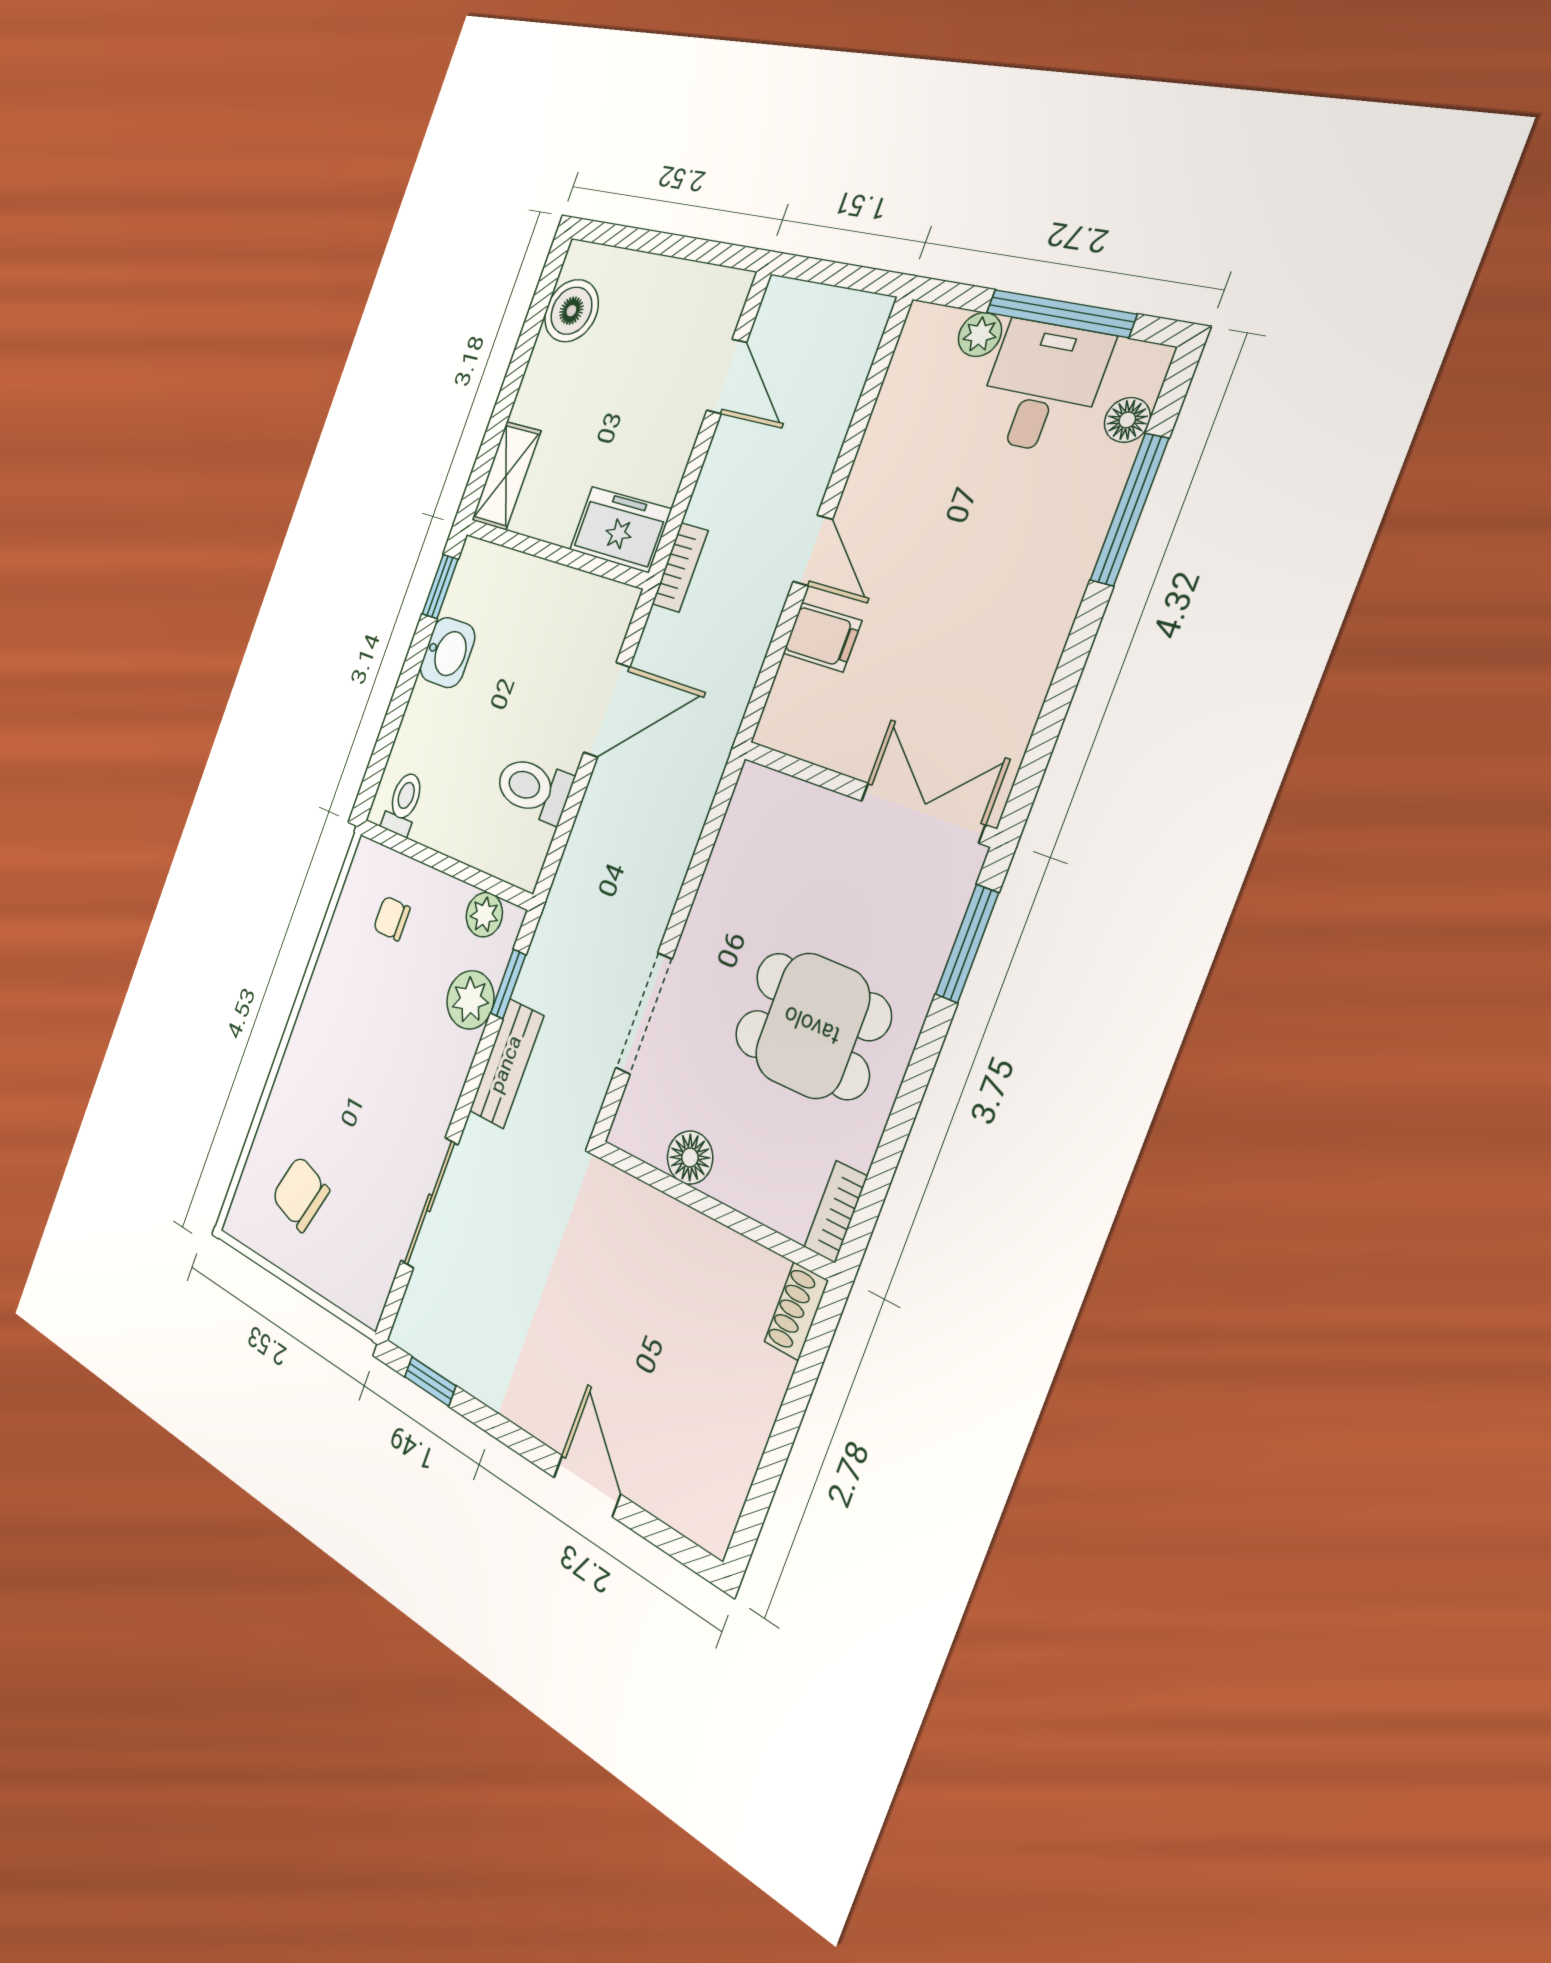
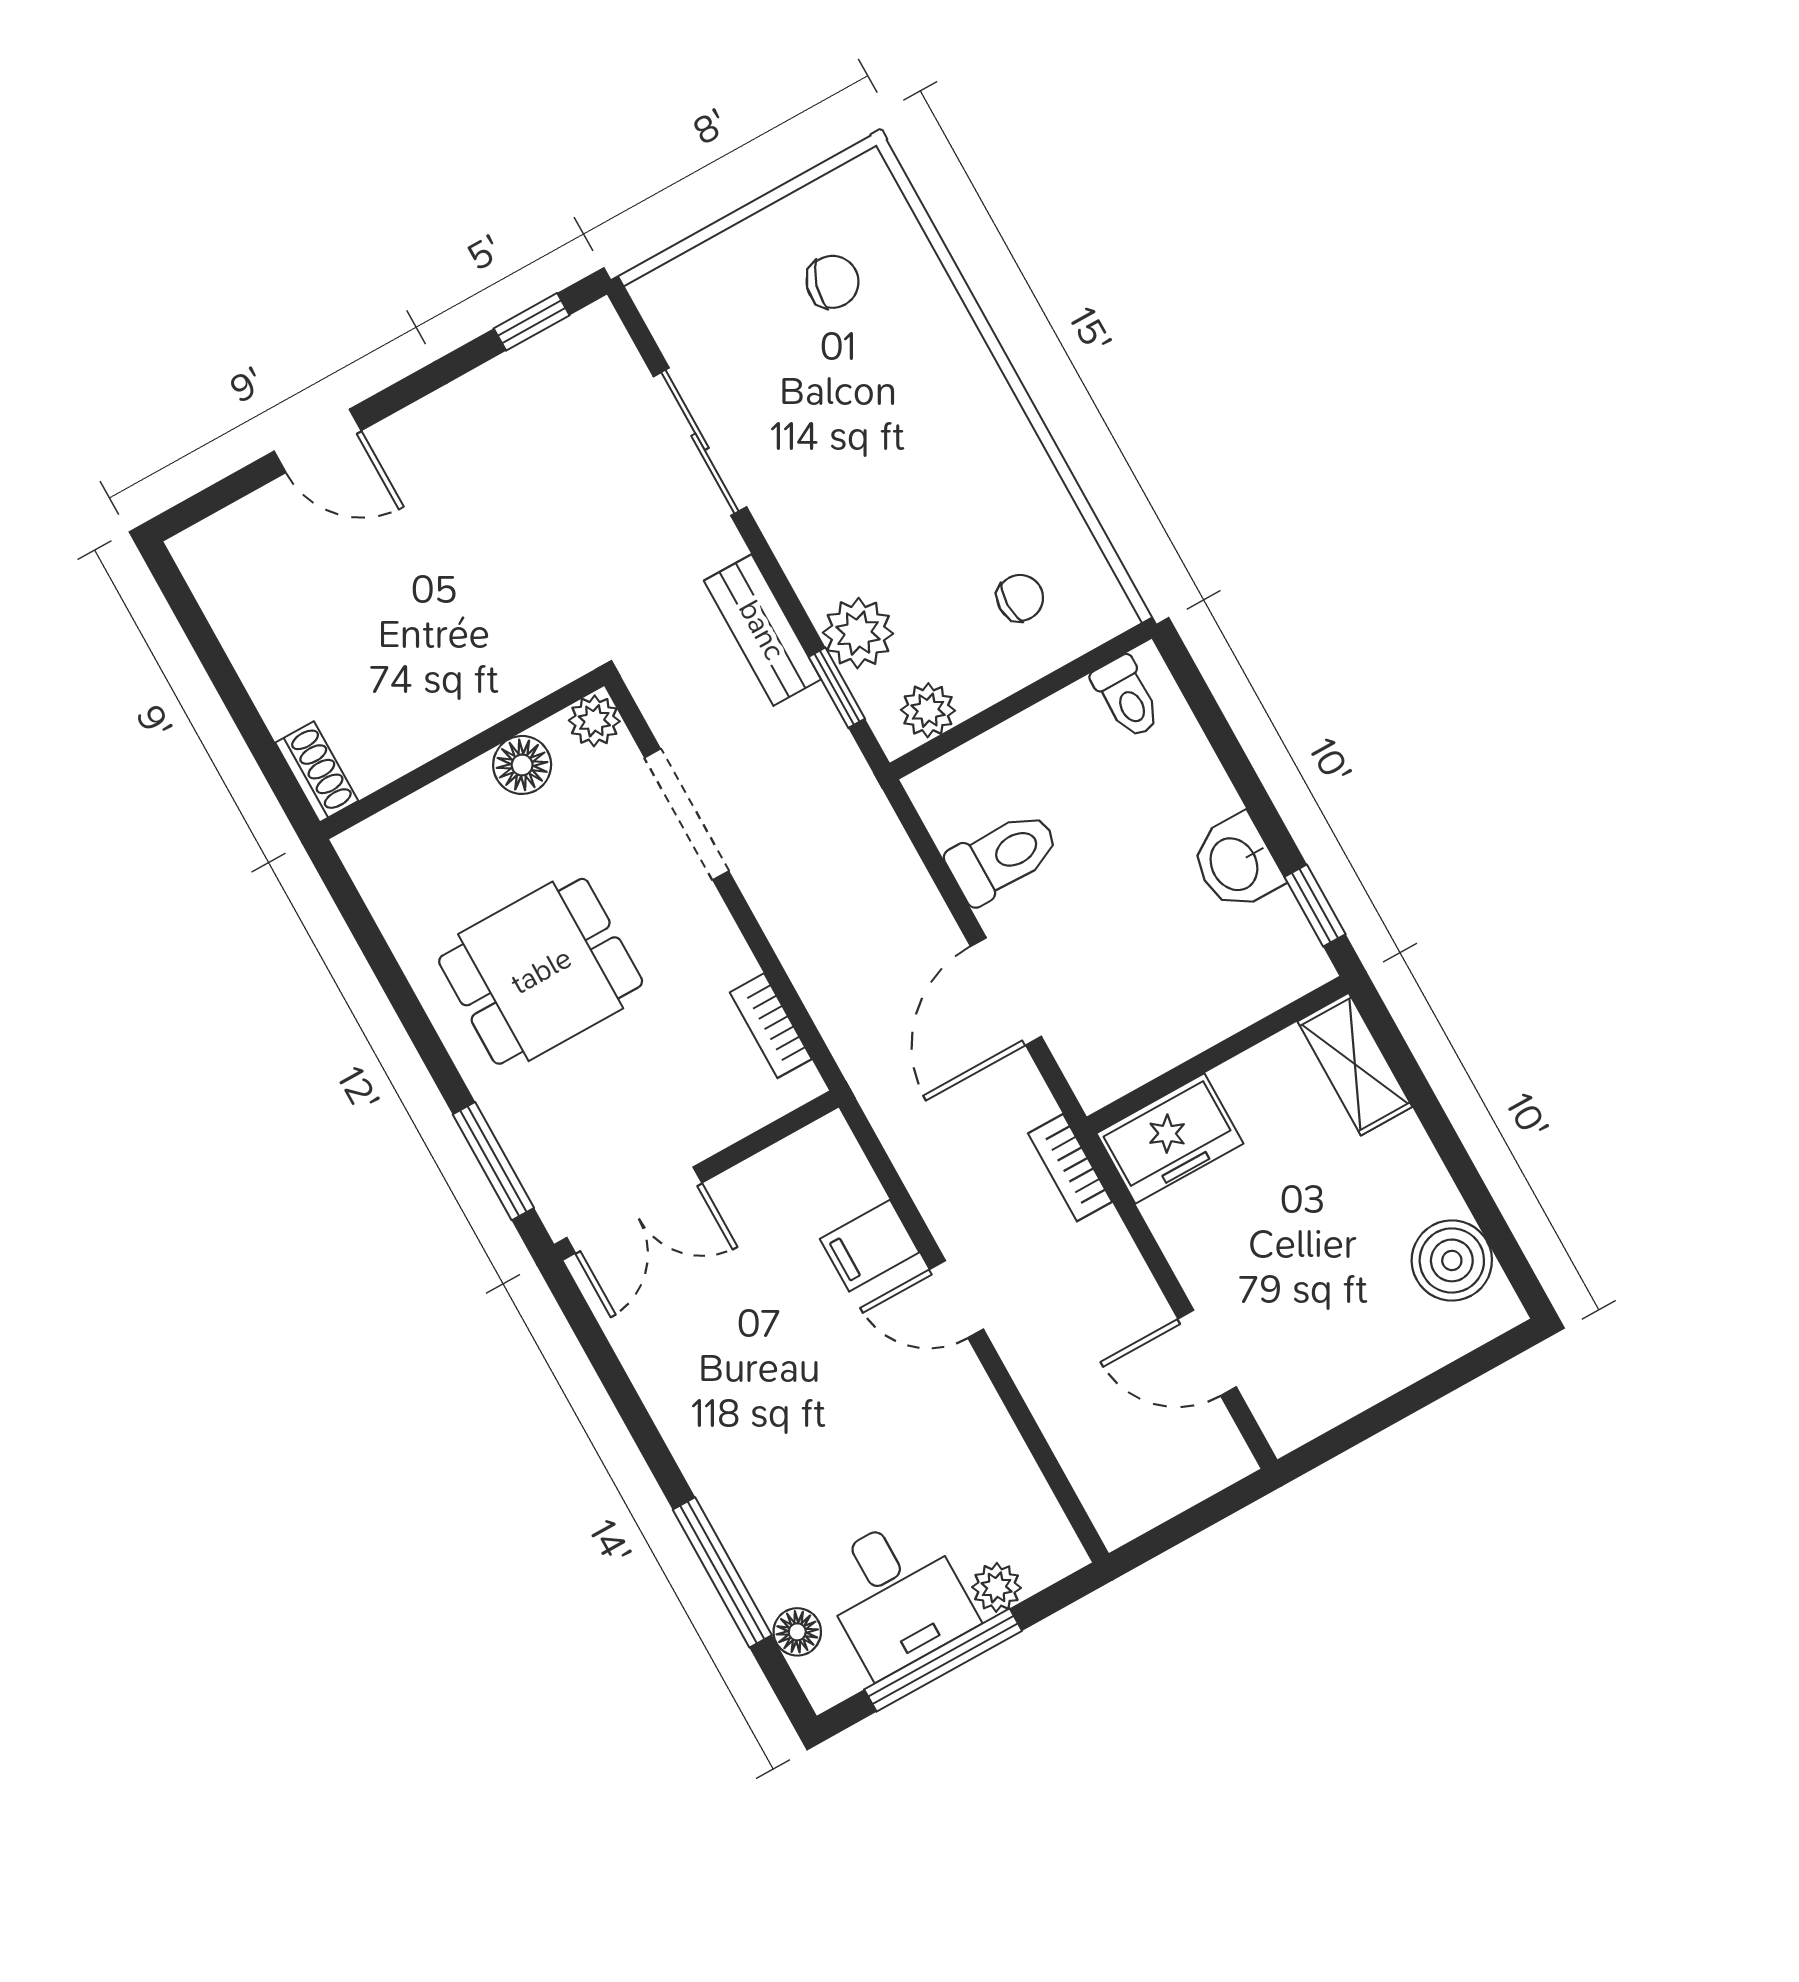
plant: (630, 1130) -> (594, 721), added
chair: (301, 1194) -> (832, 282), width x0.73, depth x0.73
bookcase: (836, 1212) -> (771, 1026), moved, turned 180

